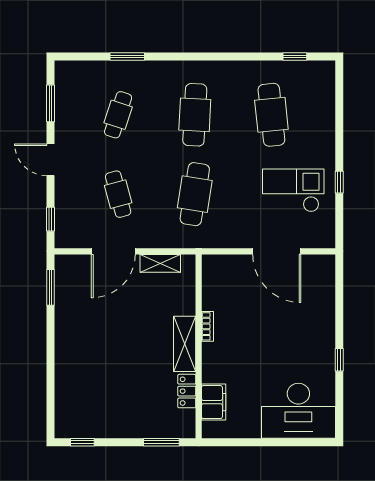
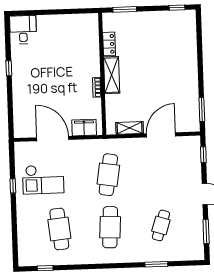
cafe table: (118, 194) -> (159, 173), removed
filing cabinet: (214, 402) -> (84, 128), moved, turned 90
desk: (298, 411) -> (23, 30), width x0.53, depth x0.77

